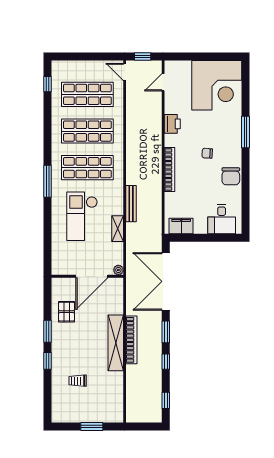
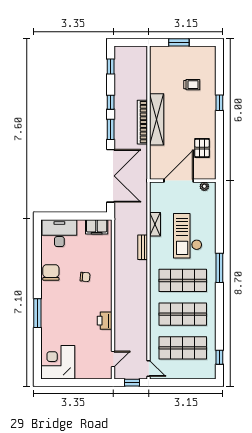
corner desk: (217, 85) -> (58, 362), width x0.74, depth x0.74
chair: (207, 153) -> (85, 277), moved
bookcase: (170, 170) -> (107, 279), removed
bench: (131, 204) -> (143, 247), width x0.73
checkout: (82, 216) -> (188, 236), turned 180
desk: (222, 219) -> (59, 233), width x1.37
plant: (118, 270) -> (204, 186), moved
window: (48, 331) -> (219, 130), removed

